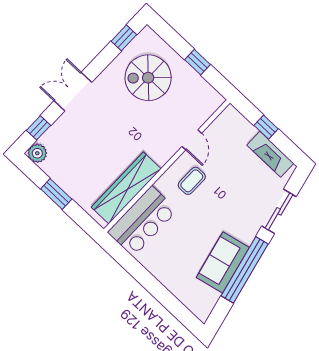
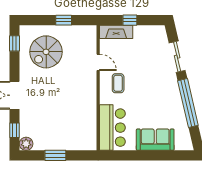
fireplace: (270, 154) -> (116, 32), moved
wardrobe: (126, 188) -> (88, 119), removed
sofa: (223, 263) -> (155, 140), moved, turned 103

